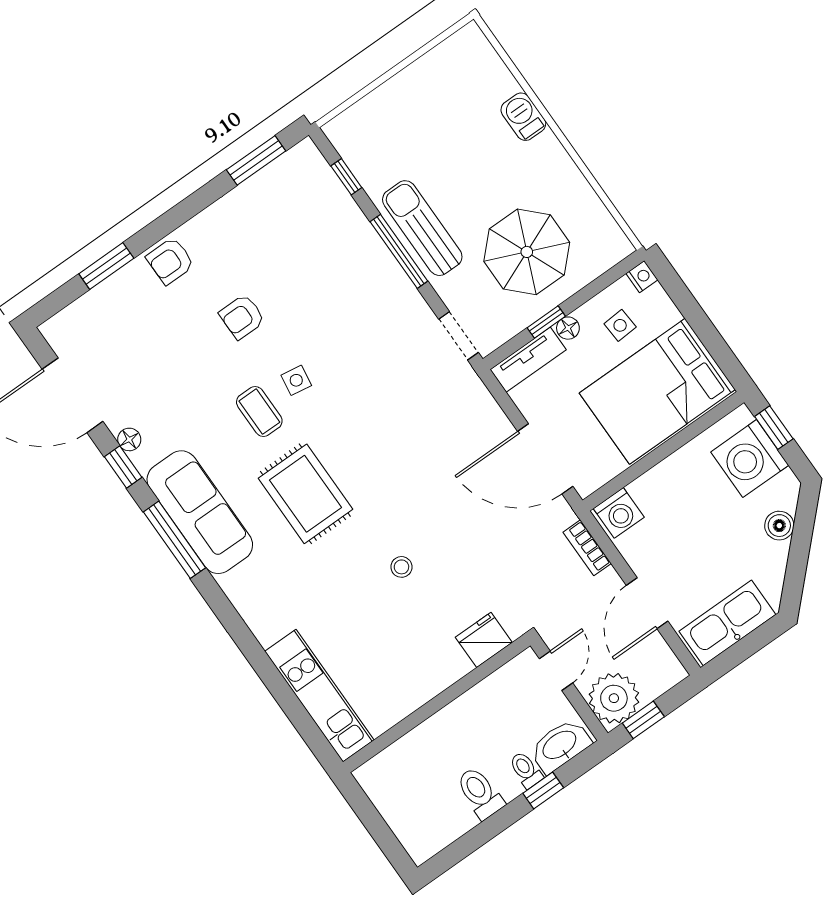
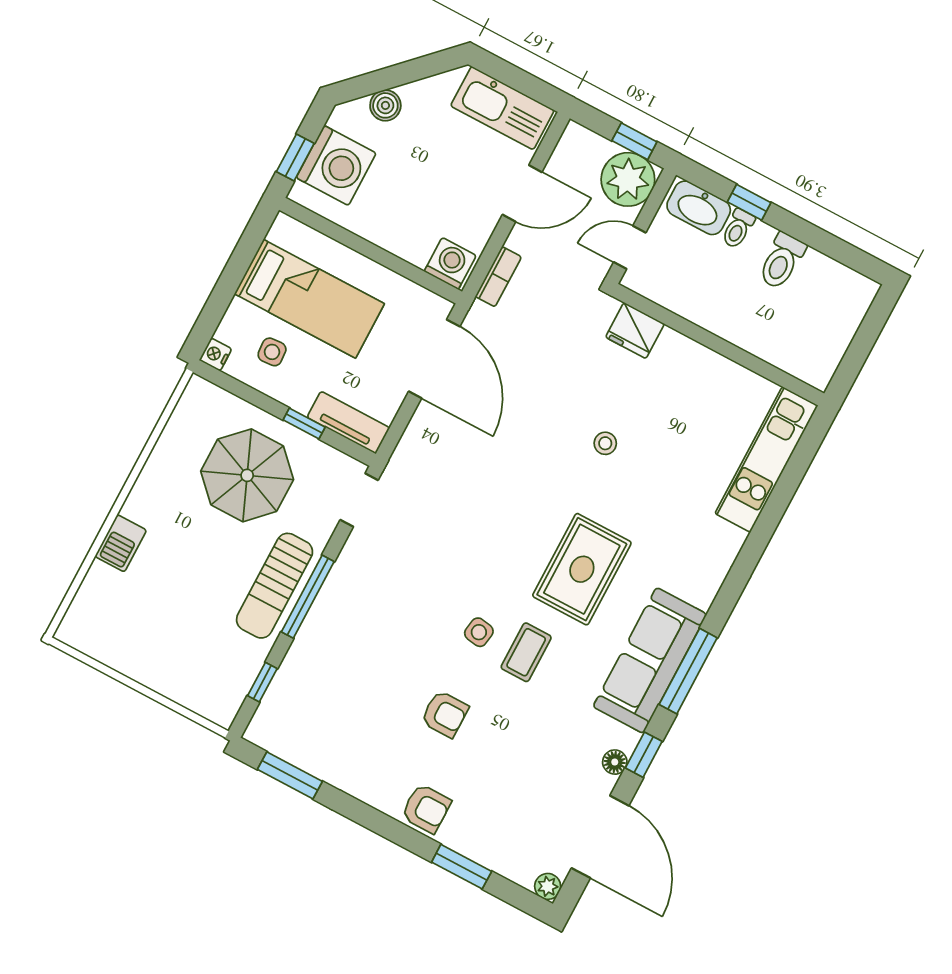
floor lamp: (568, 328) -> (300, 400), removed
plant: (53, 330) -> (548, 886), added
bed: (657, 391) -> (309, 299), width x0.67

